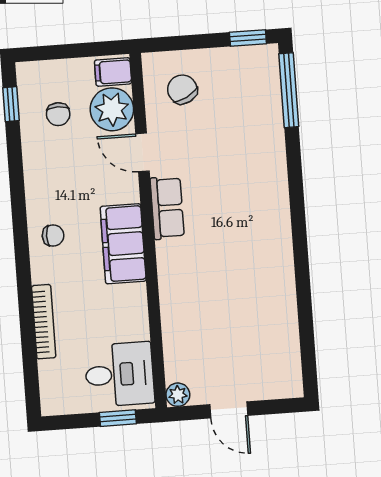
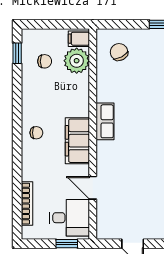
chair: (58, 114) -> (45, 61), turned -90
door: (142, 152) -> (93, 188), moved
bookcase: (44, 322) -> (27, 204), moved
plant: (178, 395) -> (103, 232), removed

